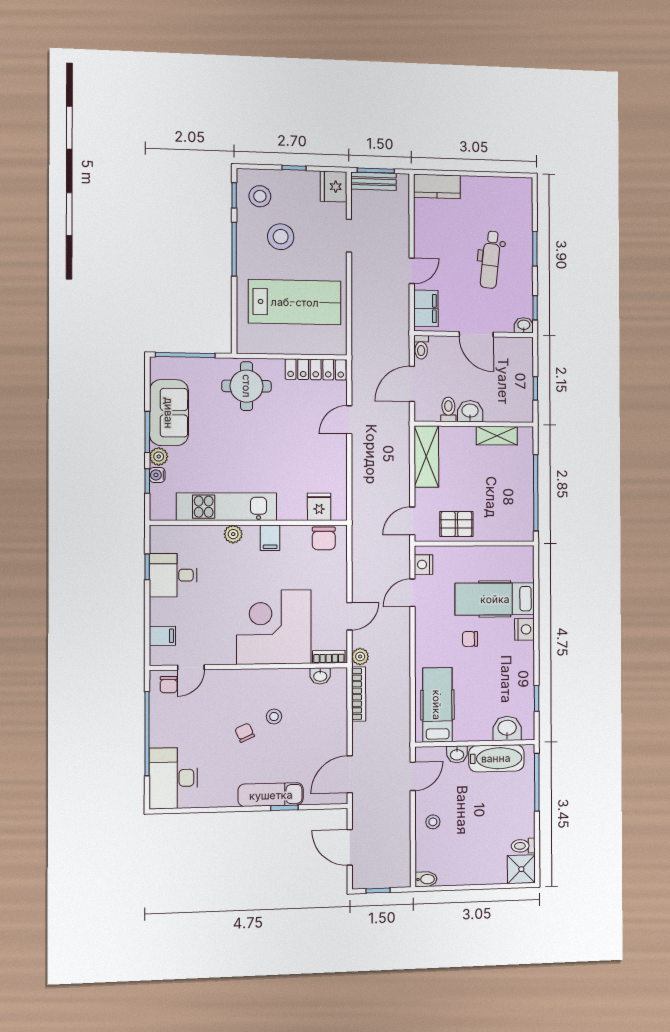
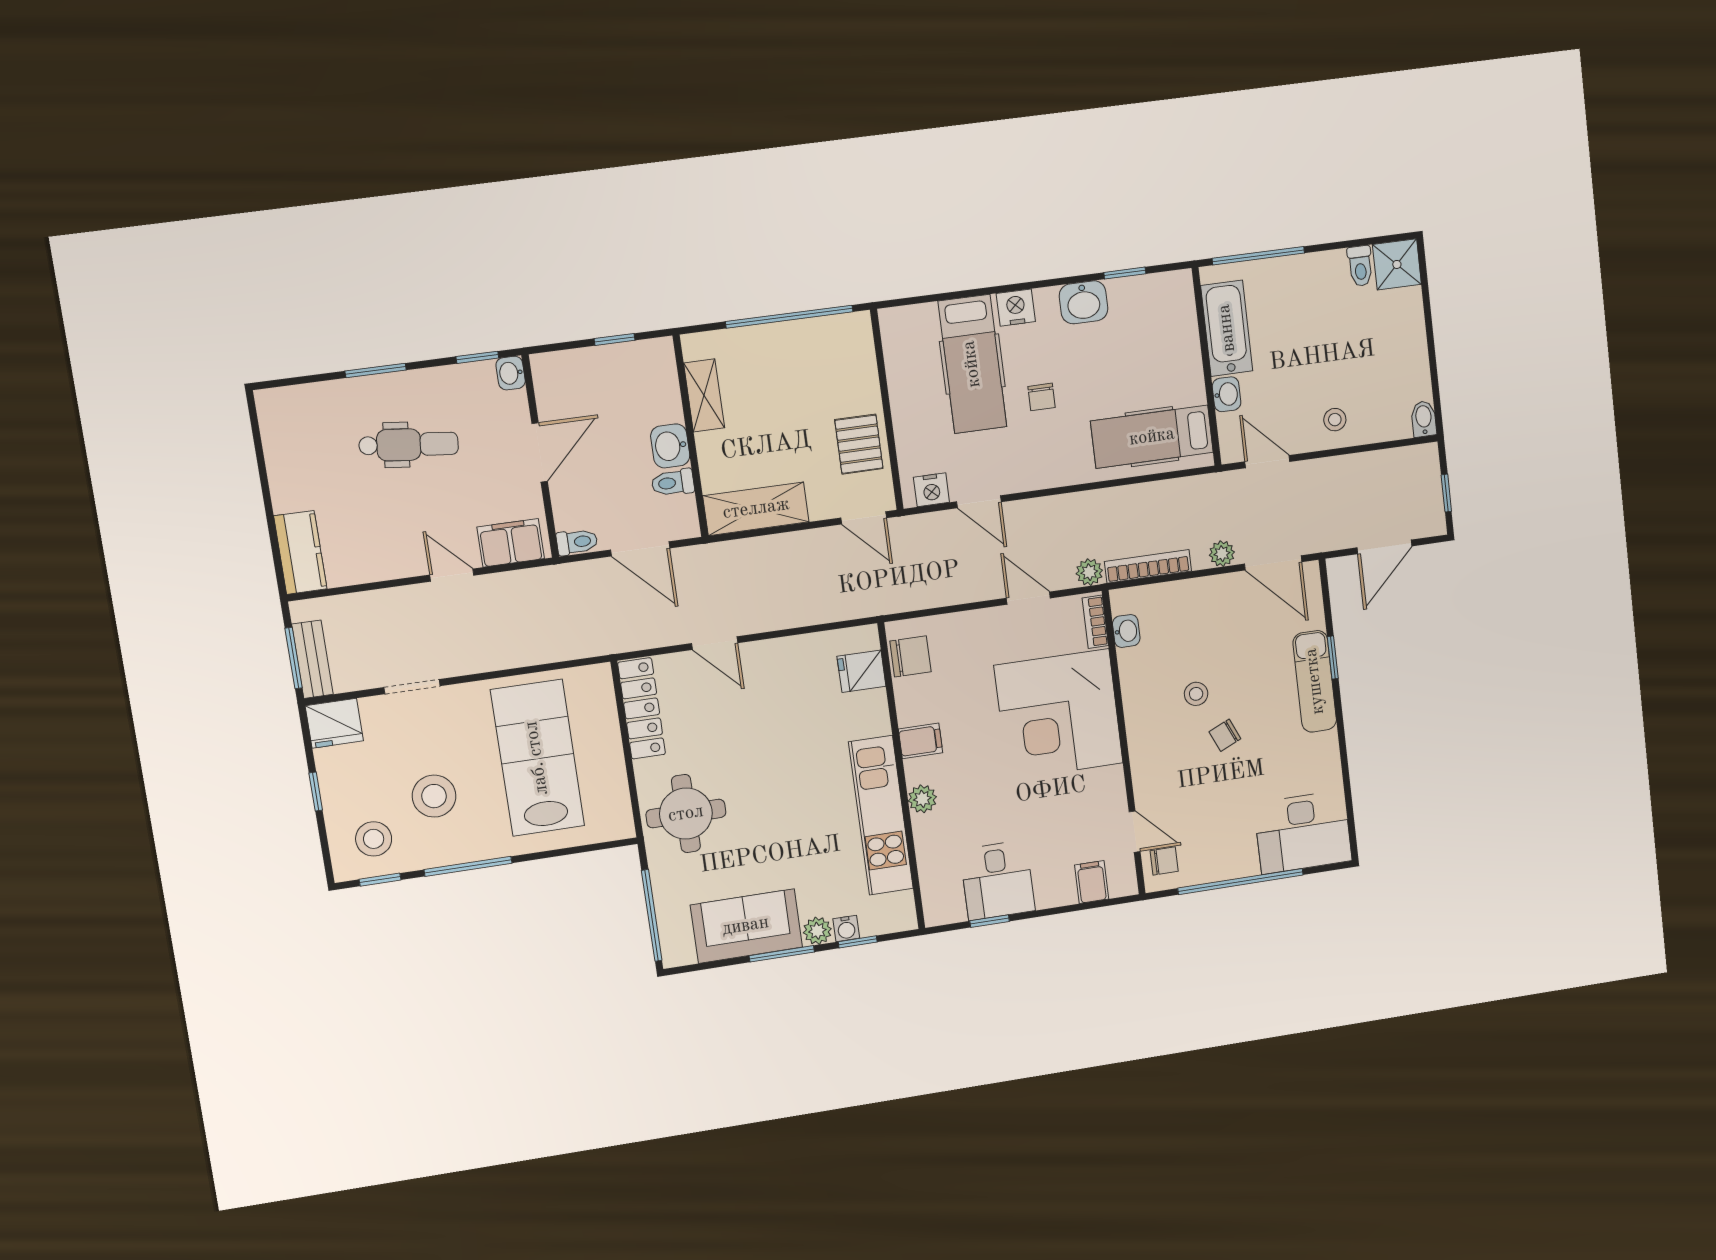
washbasin: (507, 728) -> (1083, 302), moved, turned -90
plant: (360, 742) -> (1222, 554), added

